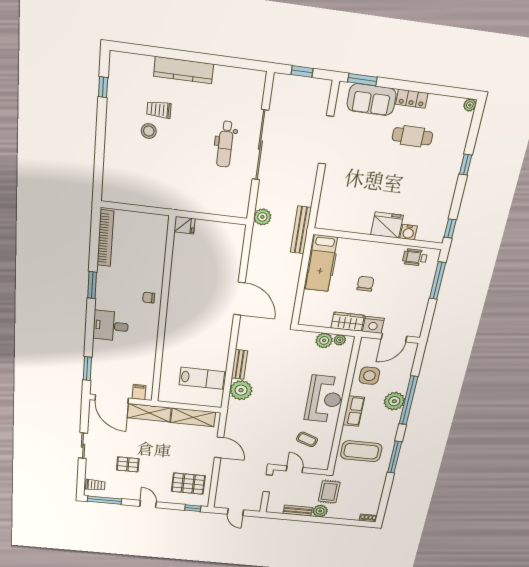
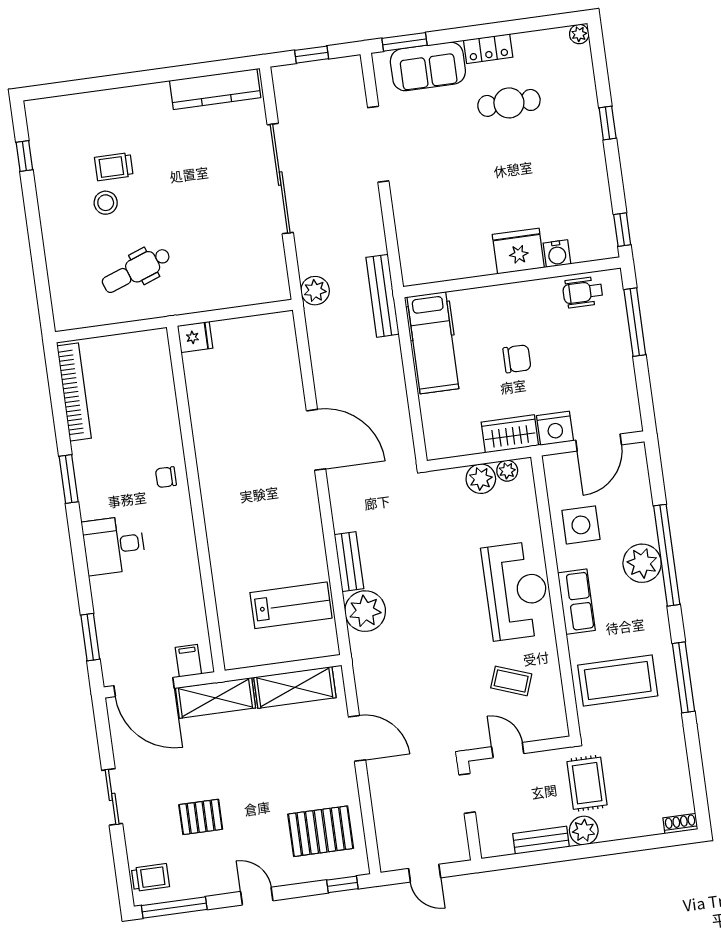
kitchen counter: (184, 70) -> (215, 89), moved
dental chair: (225, 144) -> (136, 270), moved, turned 70
chair: (365, 284) -> (517, 359), turned 90

